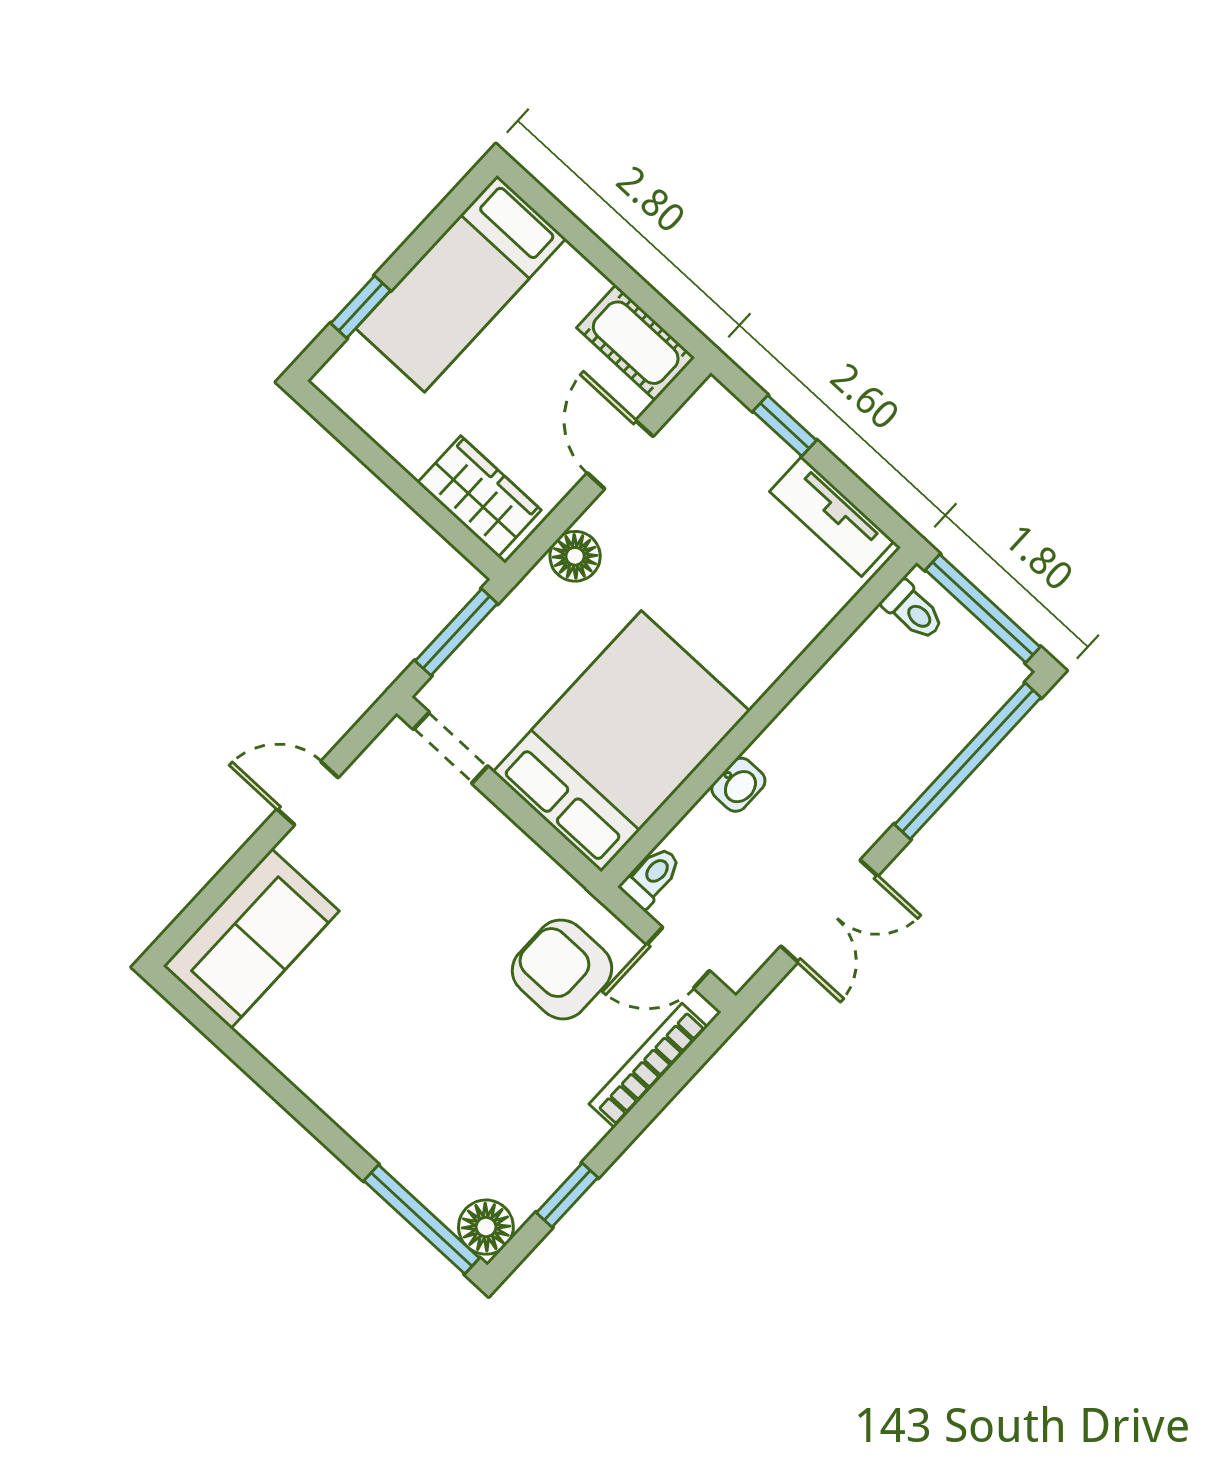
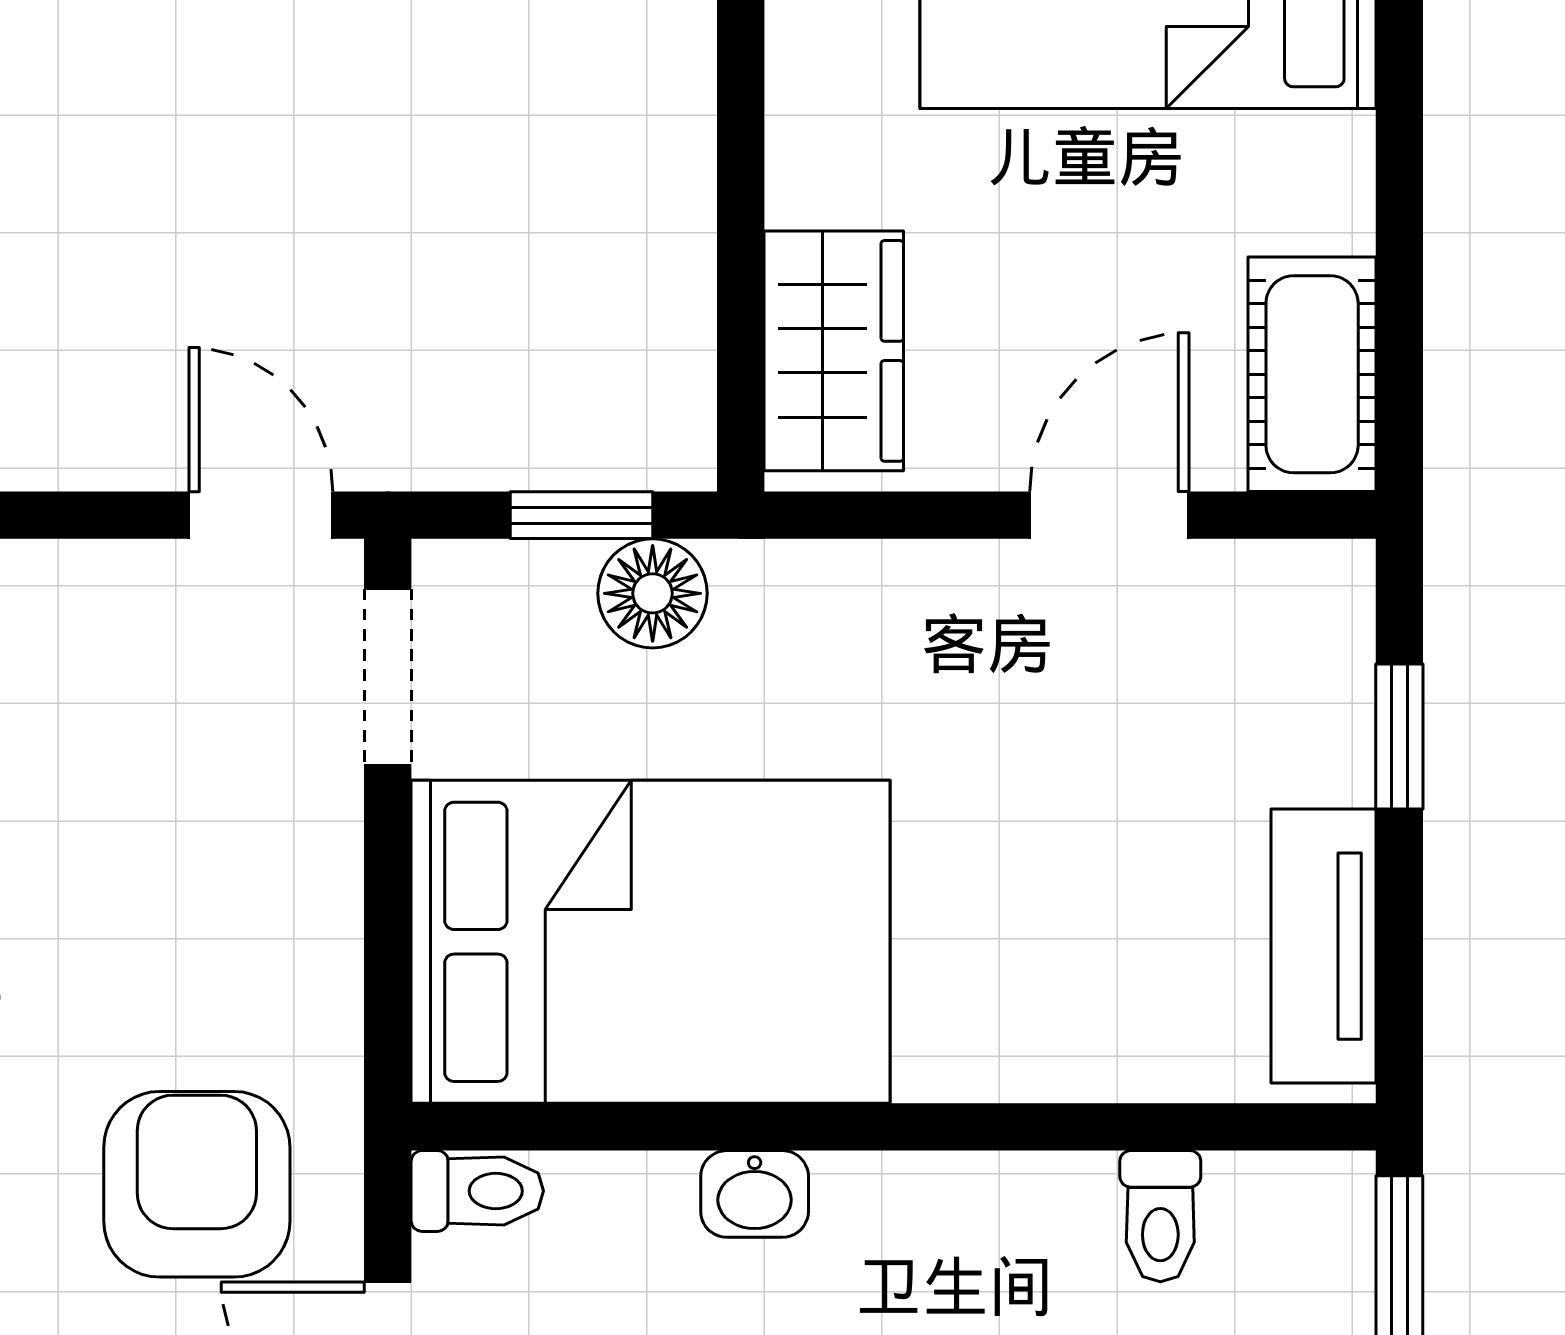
floor lamp: (575, 556) -> (653, 593), moved
toilet: (913, 611) -> (1160, 1216), moved
window: (456, 632) -> (582, 515), width x0.67
door: (308, 793) -> (261, 515), moved

